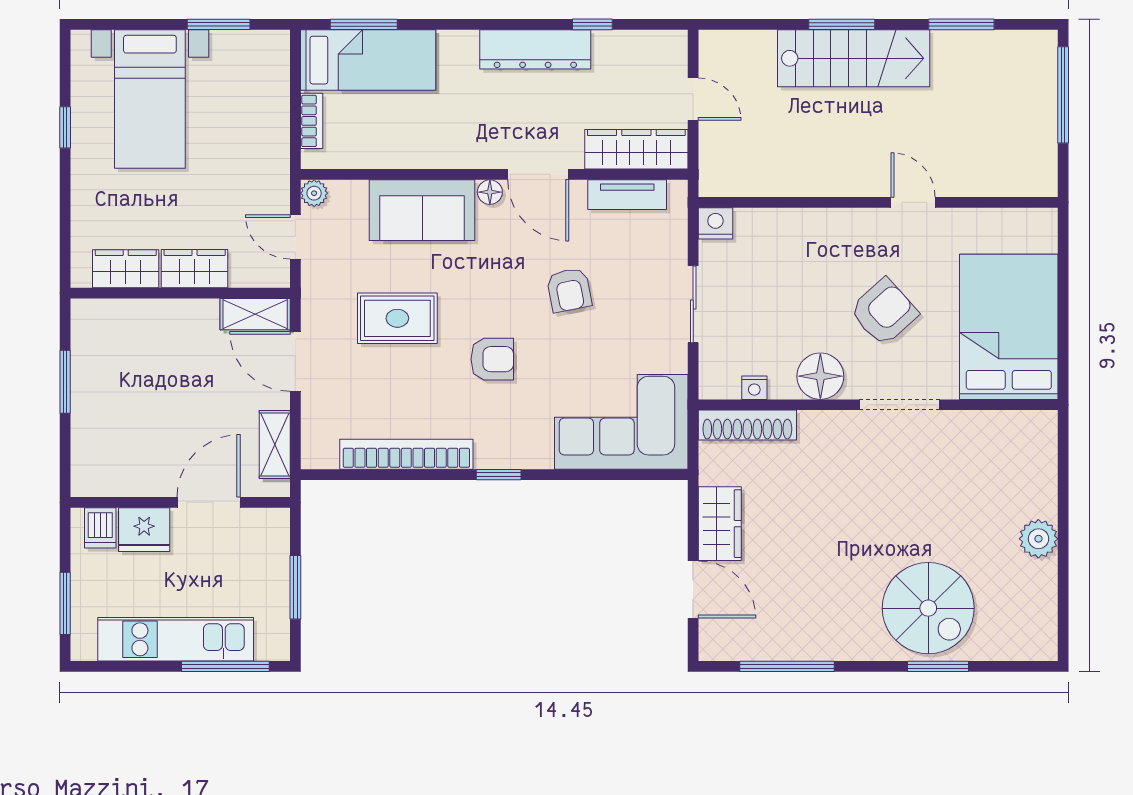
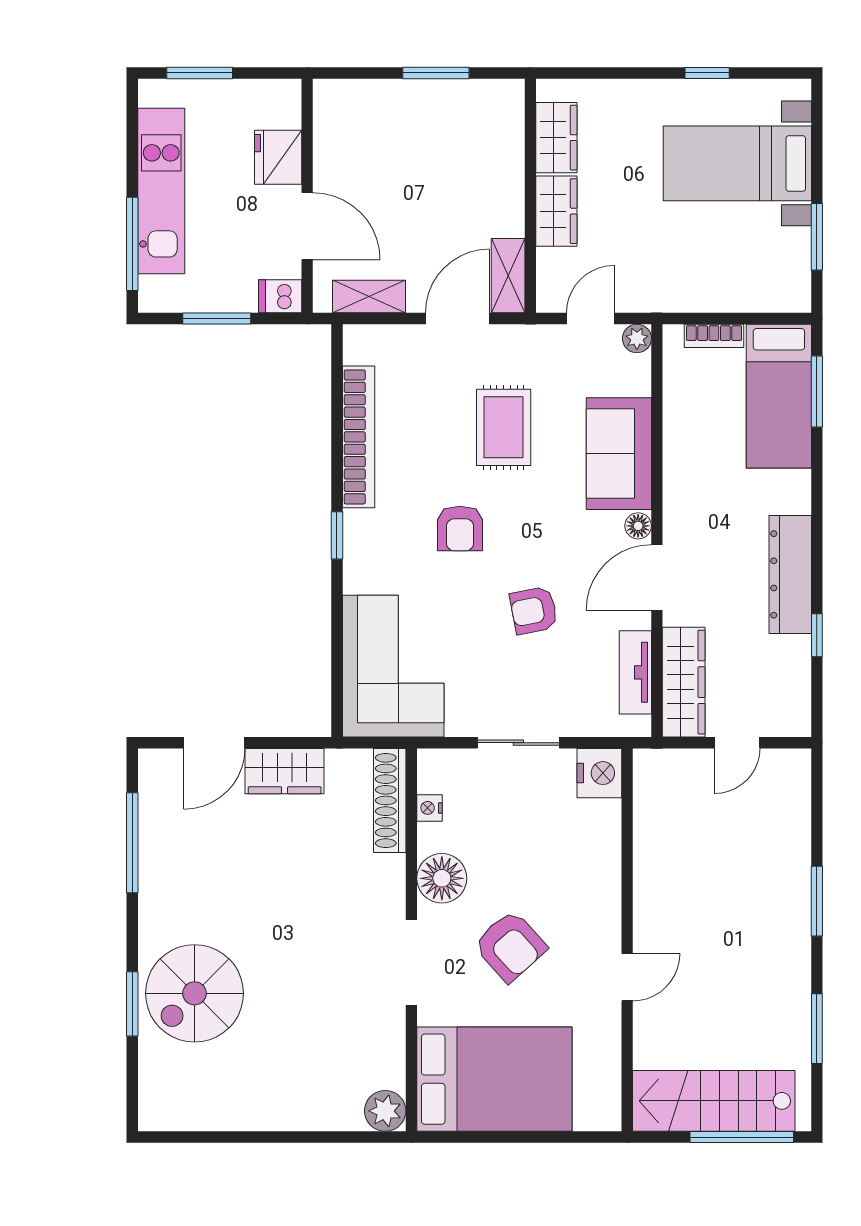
stairs: (854, 58) -> (714, 1101), moved, turned 90
nightstand: (715, 223) -> (599, 773), width x1.36, depth x1.33
dishwasher: (100, 528) -> (280, 296), moved
plant: (1038, 539) -> (385, 1111), moved

